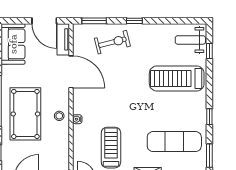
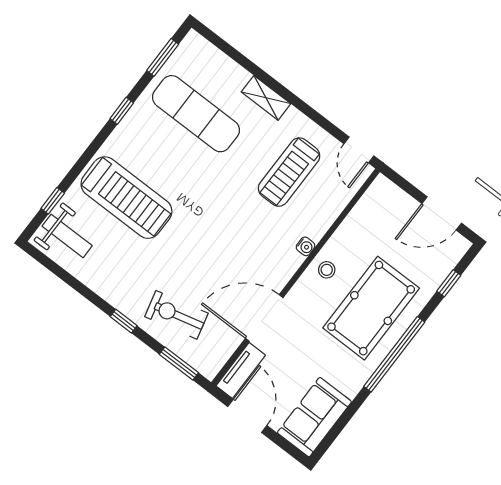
door: (71, 72) -> (264, 318), hinge flipped

